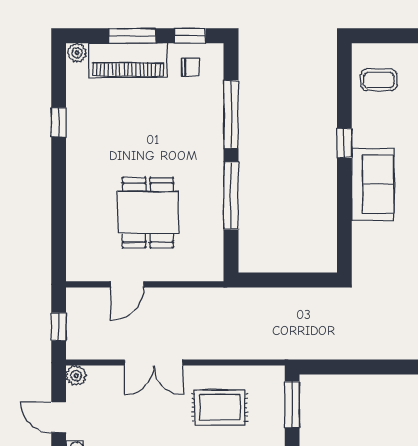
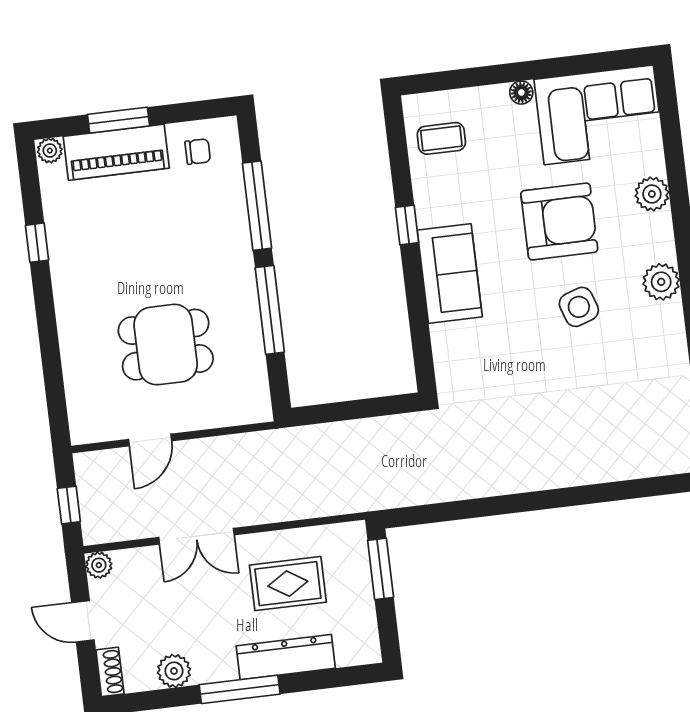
window: (190, 36) -> (192, 111), removed
dining table: (148, 213) -> (166, 345), turned 90

